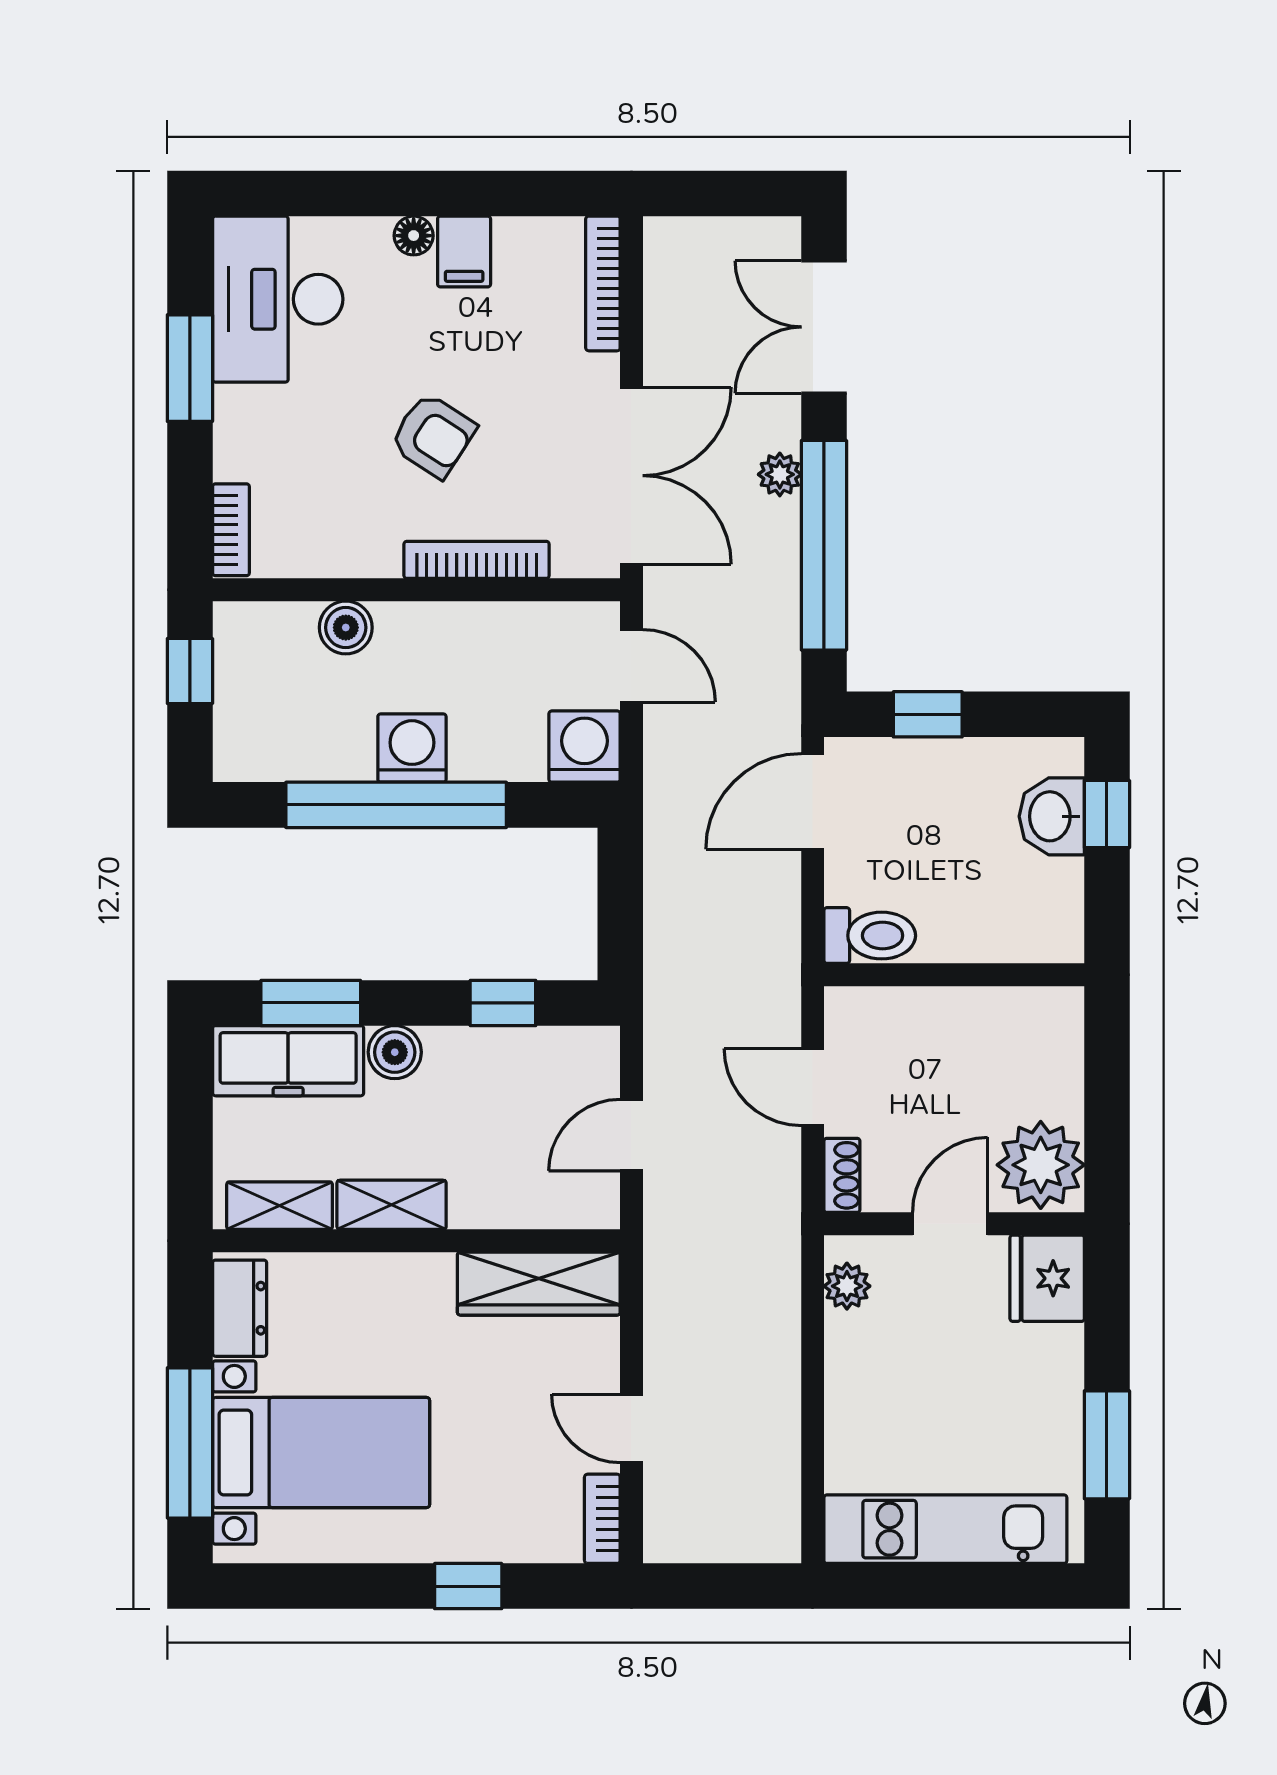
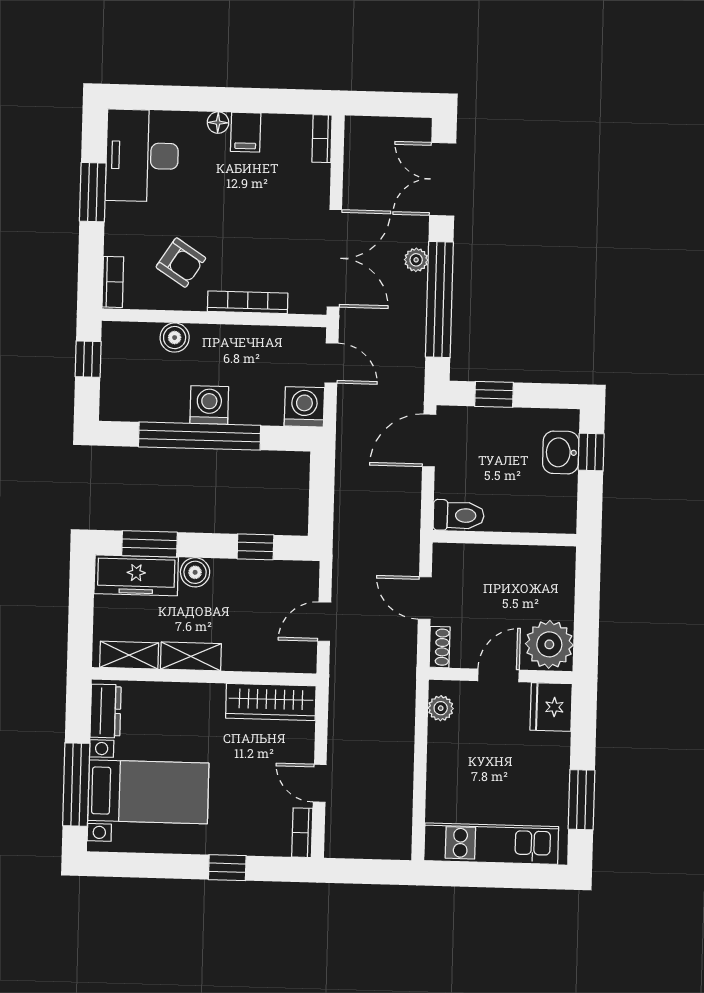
bookcase: (603, 283) -> (322, 139), width x0.64
armchair: (433, 435) -> (181, 263), moved

